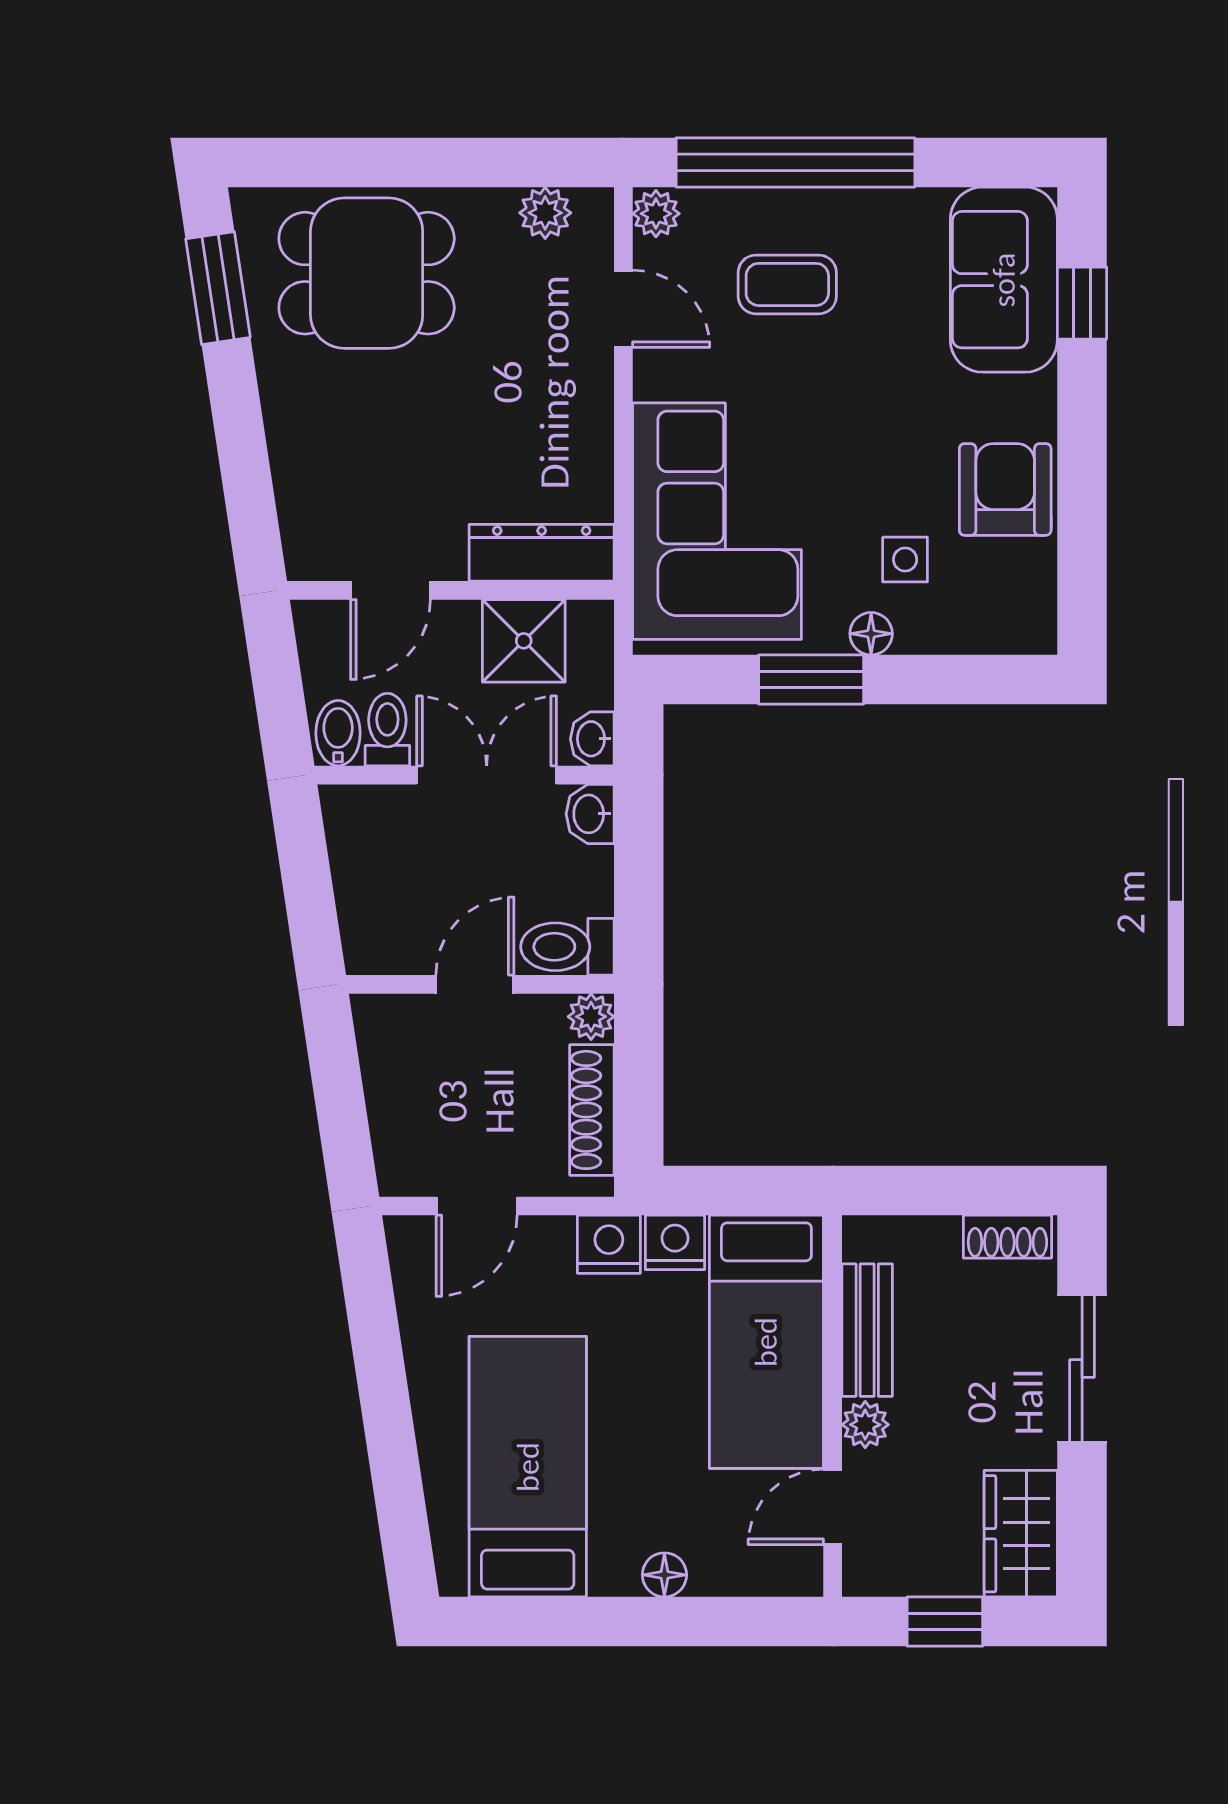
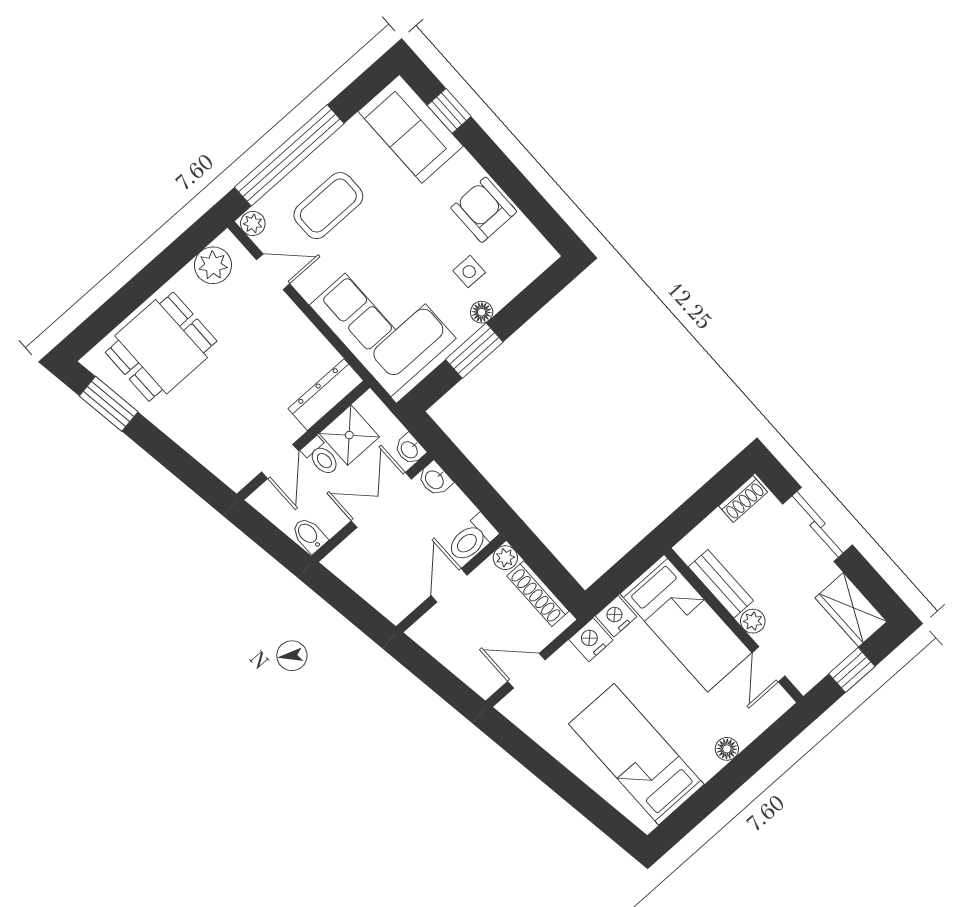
plant: (545, 213) -> (213, 265), width x1.38, depth x1.38
coffee table: (787, 284) -> (328, 206), width x1.36, depth x1.30
toilet: (387, 730) -> (321, 457), moved, turned 180
door: (477, 1206) -> (526, 671), swing flipped

